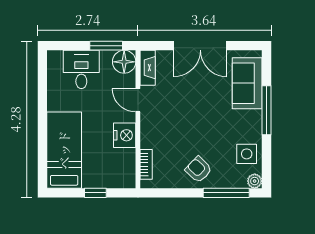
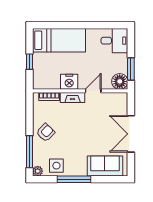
fireplace: (148, 68) -> (73, 98), moved
desk: (81, 69) -> (114, 41), moved
window: (266, 110) -> (74, 179), moved

